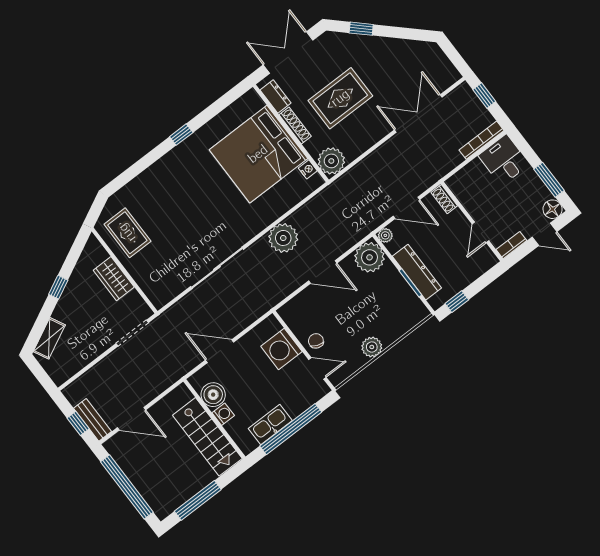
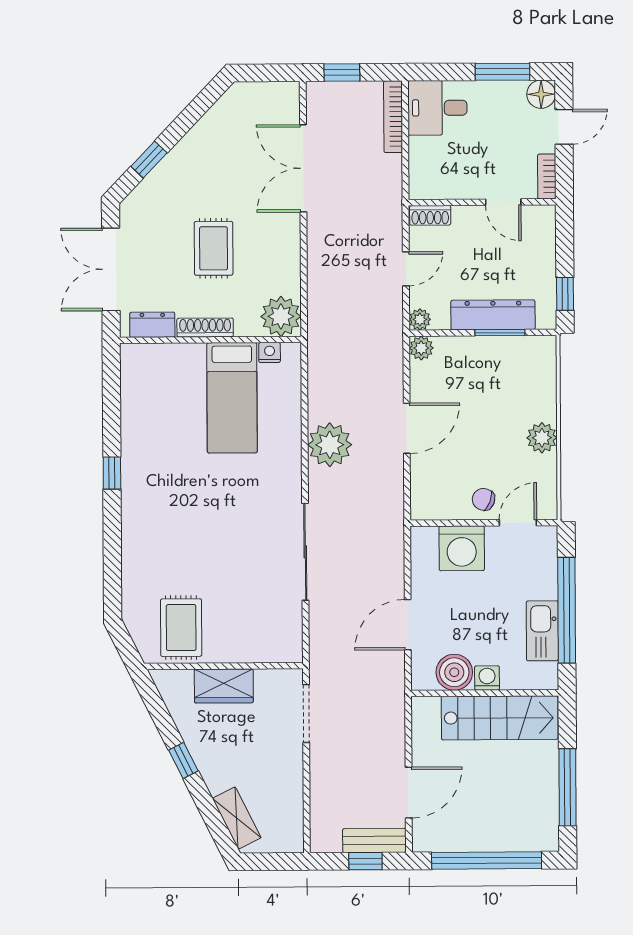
rug: (340, 98) -> (214, 248), width x0.73, depth x0.70
bed: (258, 154) -> (232, 398), width x0.49
door: (406, 208) -> (406, 269), width x0.73
rug: (127, 233) -> (181, 628), turned 90
plant: (370, 257) -> (421, 348), width x0.53, depth x0.53

